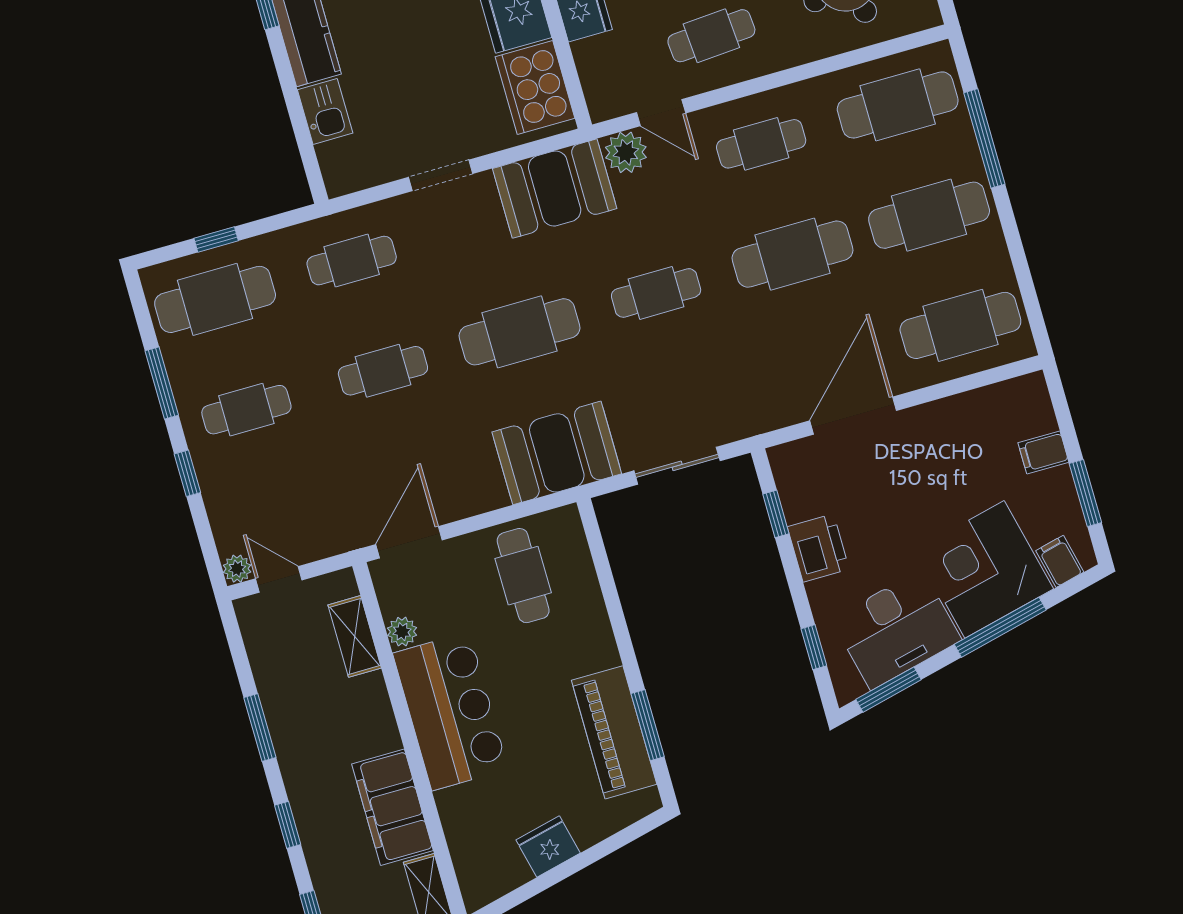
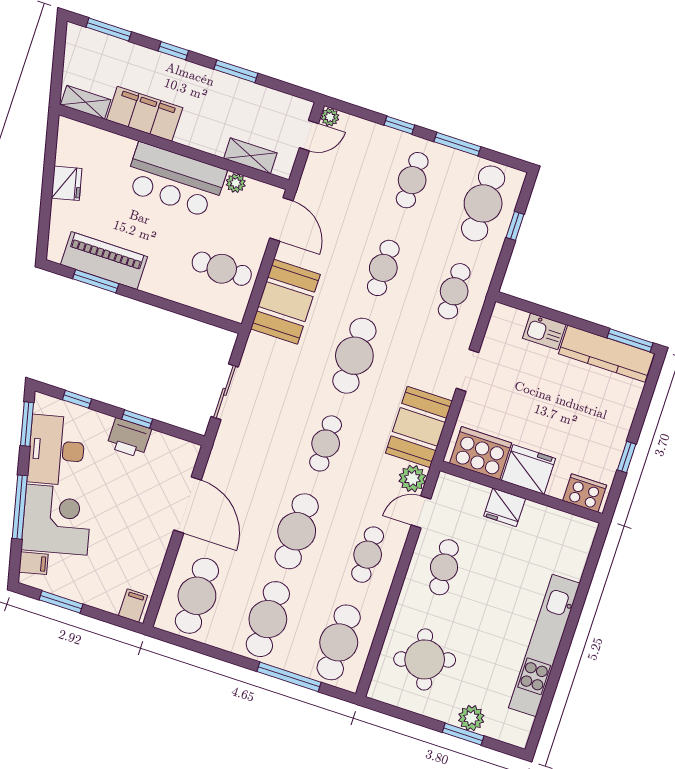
filing cabinet: (1043, 452) -> (133, 606), moved
booth: (557, 453) -> (285, 302), moved
window: (776, 514) -> (137, 419), moved

